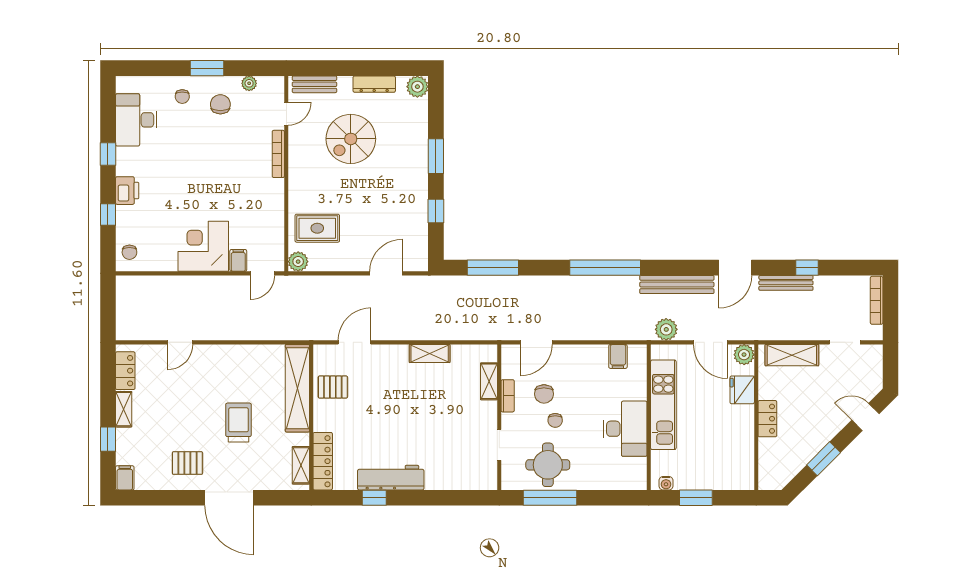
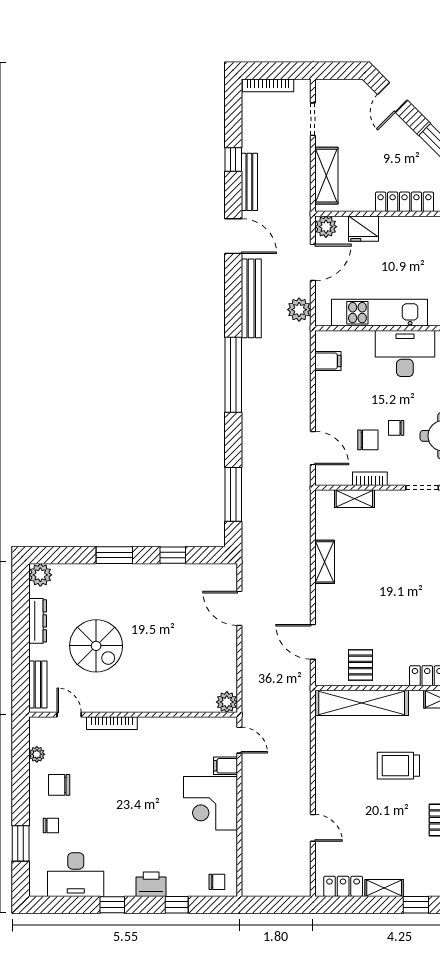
window: (207, 68) -> (21, 843), moved
rug: (317, 228) -> (191, 682), removed
locker: (767, 419) -> (405, 202), width x1.53
chair: (555, 420) -> (396, 428), turned 180

